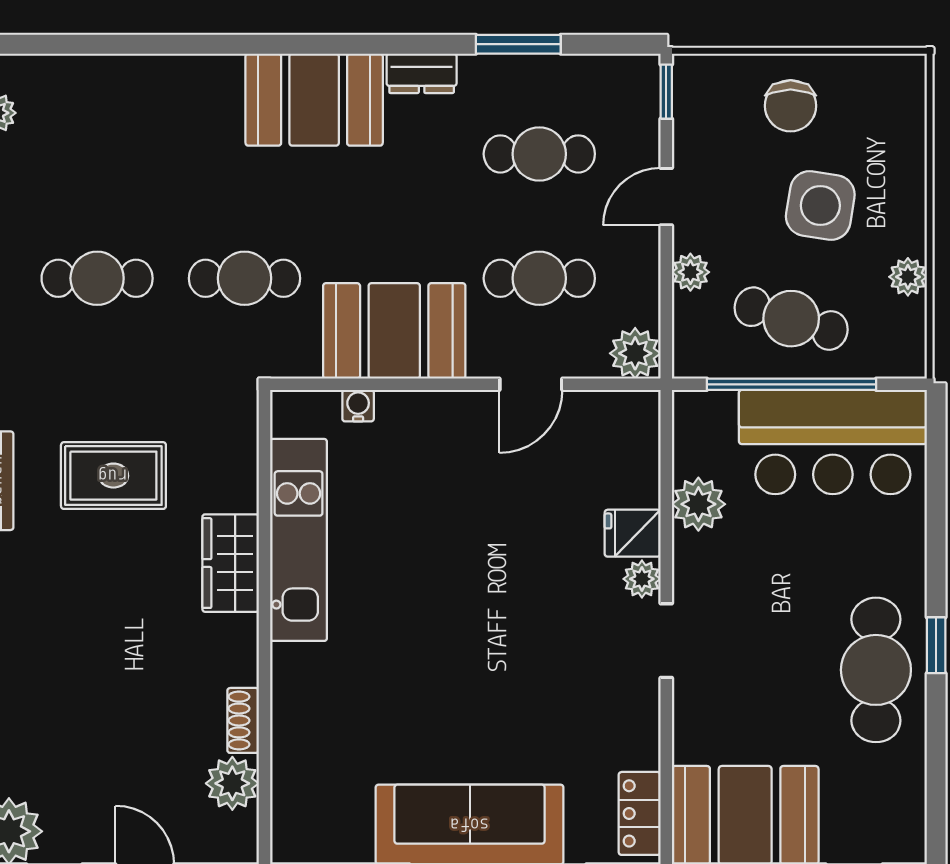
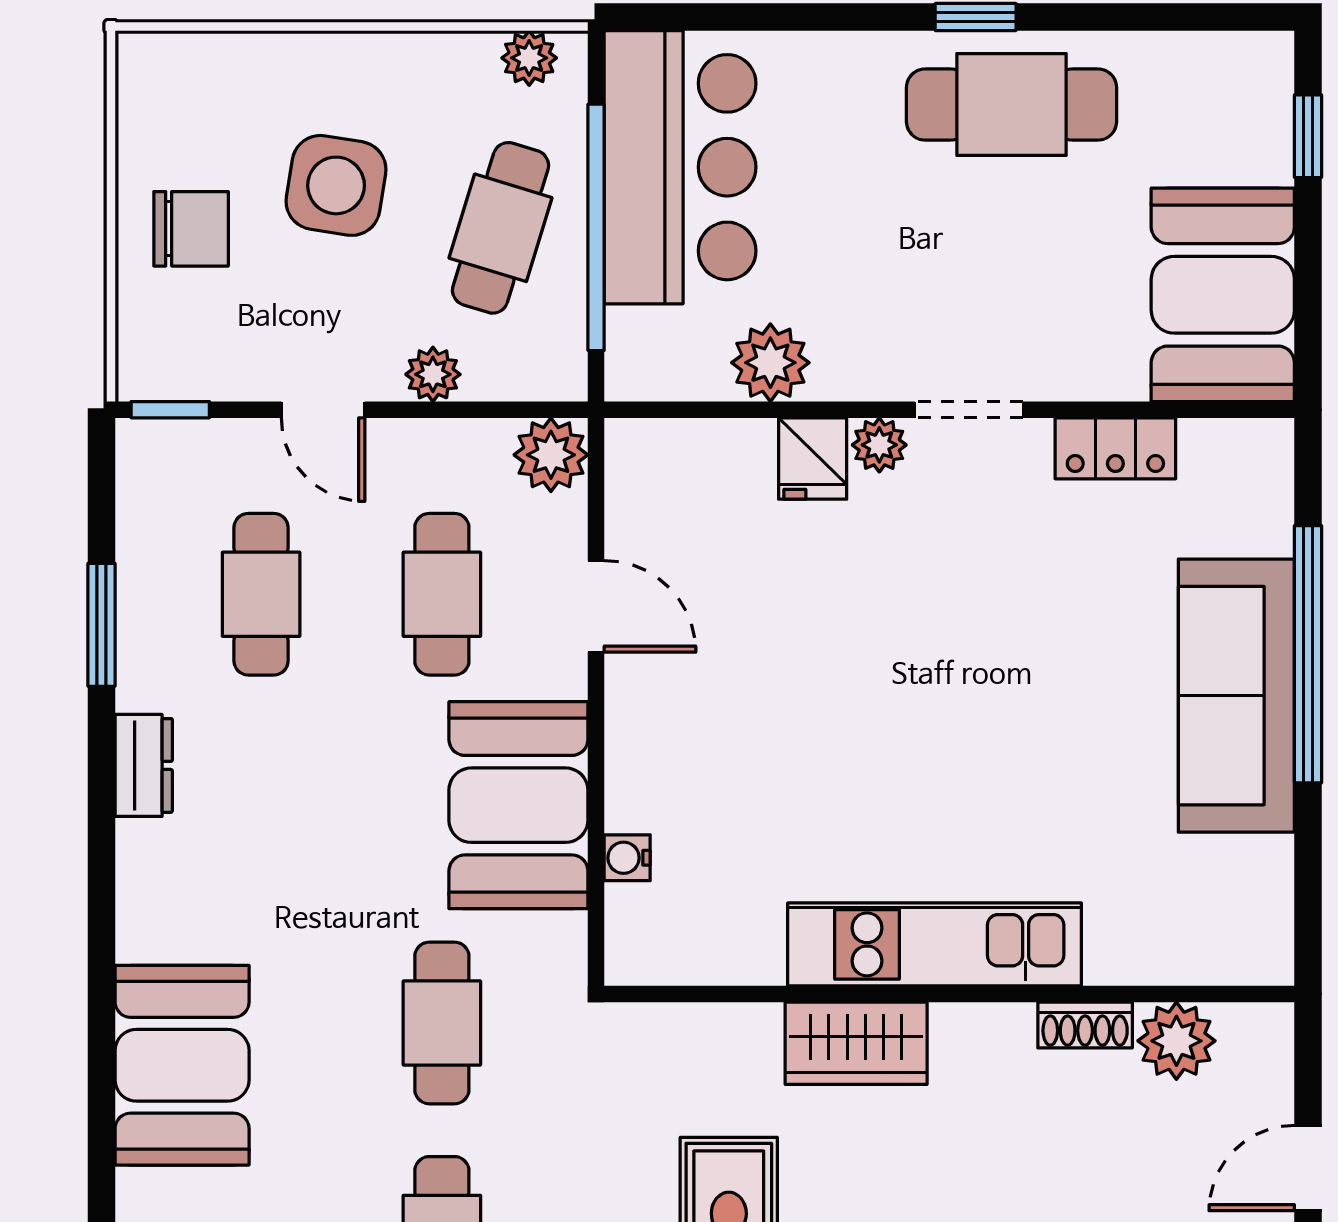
booth: (314, 100) -> (182, 1065), moved
plant: (908, 277) -> (529, 58), moved
kitchen unit: (299, 540) -> (935, 944), moved
locker: (640, 813) -> (1115, 448), moved

